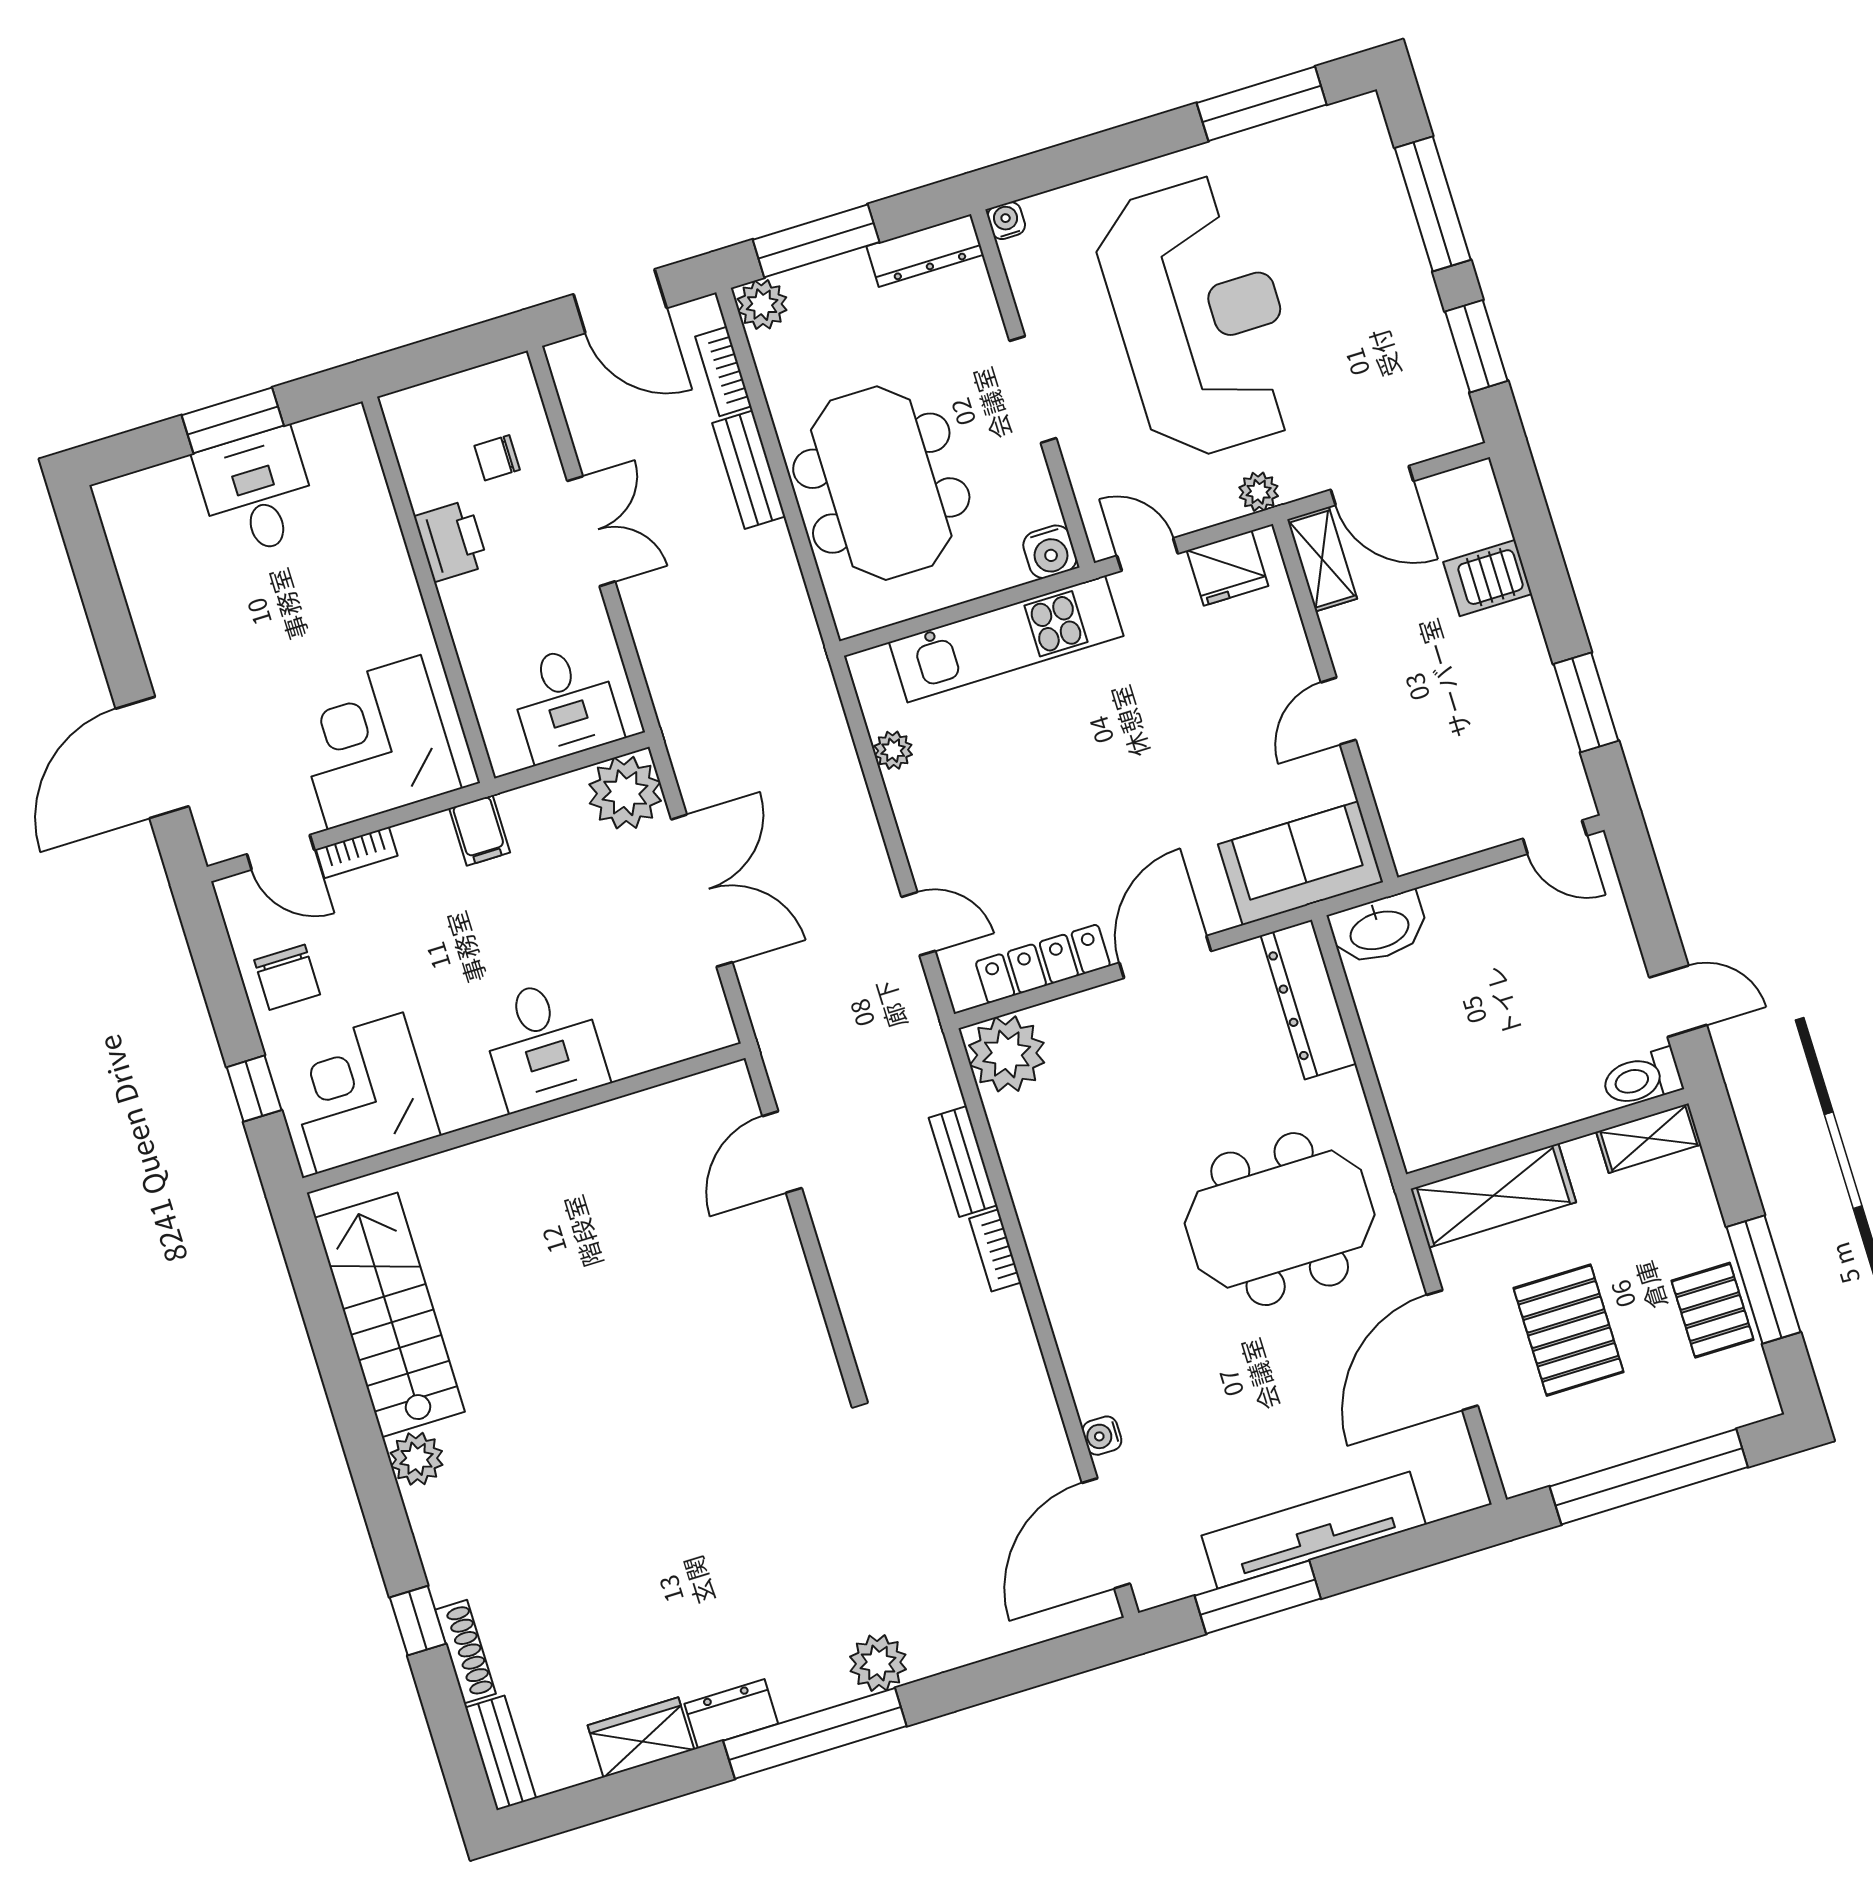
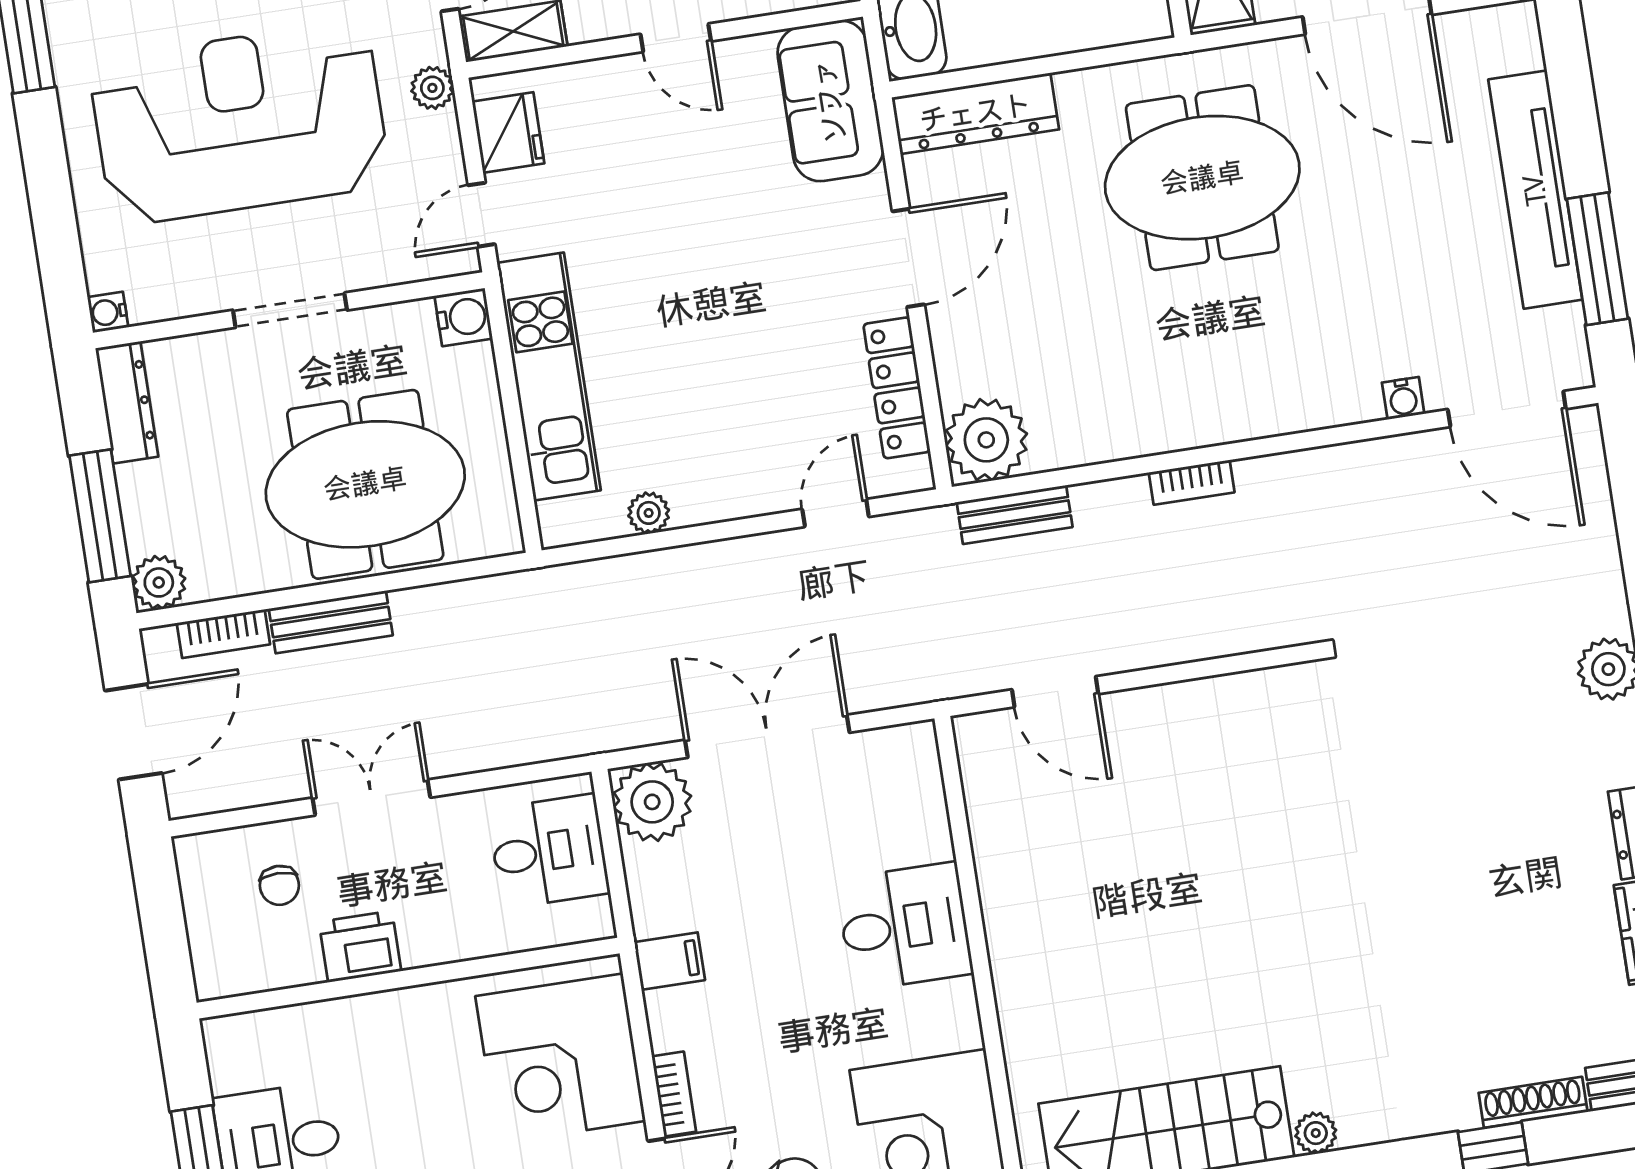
door: (1165, 957) -> (908, 258), swing flipped
bench: (963, 1162) -> (1015, 515), moved
meeting table: (1280, 1219) -> (1202, 178), turned 90
plant: (417, 1459) -> (1316, 1133), width x0.73, depth x0.73

